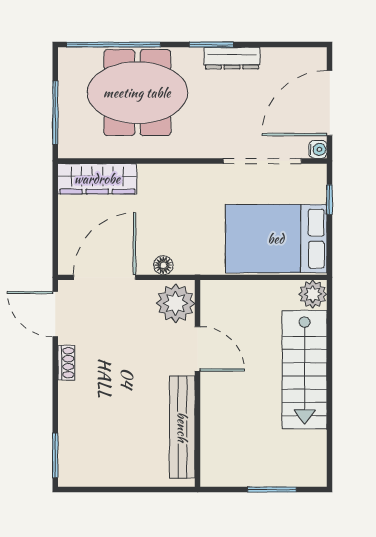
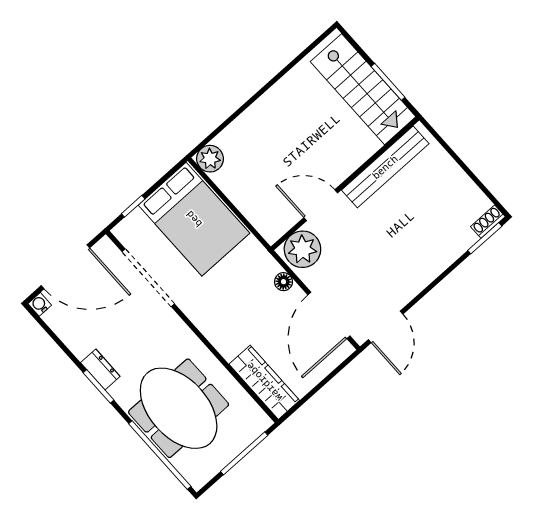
dresser: (232, 58) -> (100, 370), width x0.70
water cooler: (318, 149) -> (40, 304), moved
door: (105, 277) -> (329, 315), hinge flipped
door: (198, 349) -> (321, 205), hinge flipped
shoe rack: (66, 363) -> (488, 222), moved
stairs: (305, 370) -> (363, 89), moved, turned 90
window: (272, 489) -> (388, 82), moved

